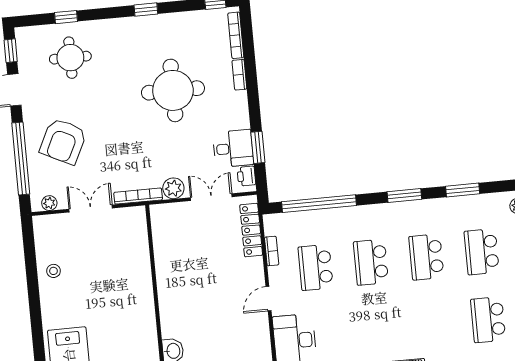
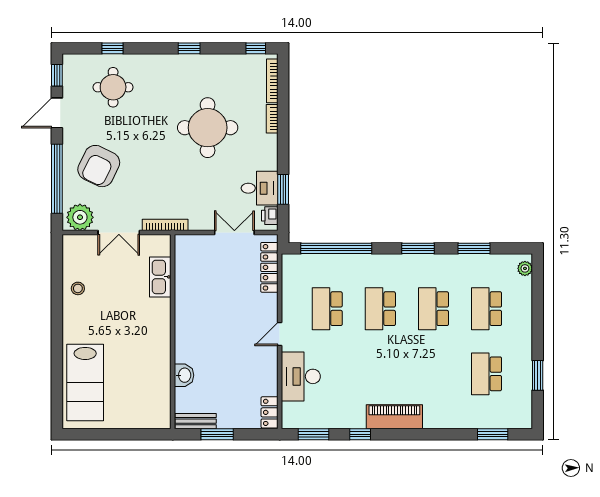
plant: (173, 188) -> (199, 221), removed
plant: (49, 203) -> (80, 217), width x1.88, depth x1.88
double door: (91, 209) -> (119, 232), swing flipped
kitchen sink: (138, 251) -> (160, 277), added
bookcase: (272, 251) -> (287, 289), removed

